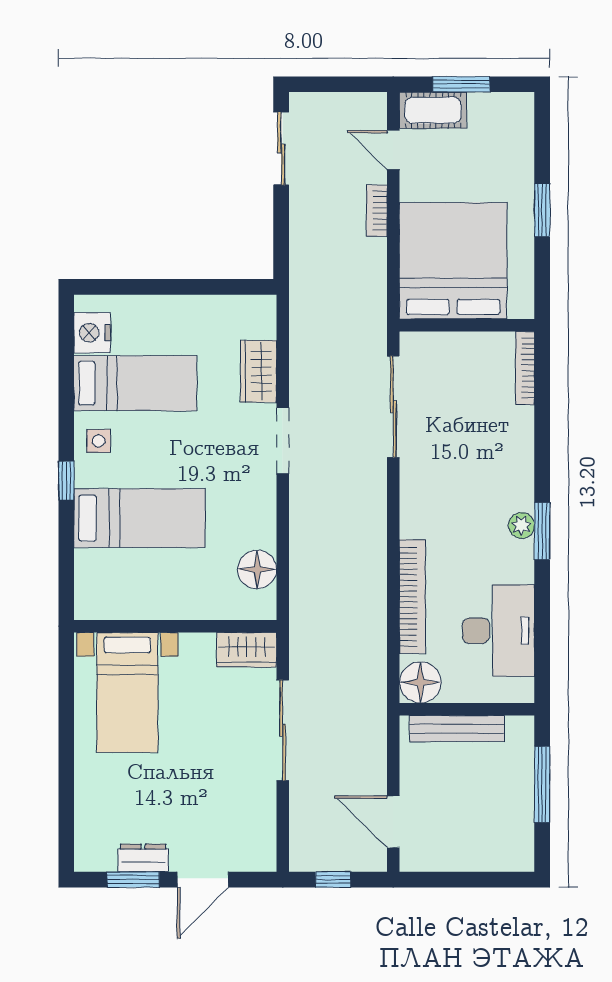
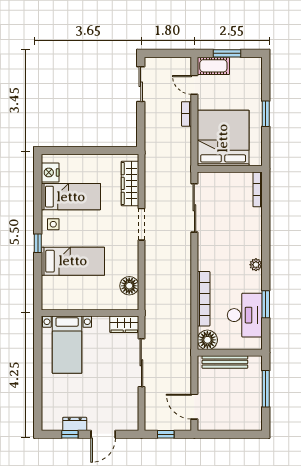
wardrobe: (259, 371) -> (130, 183), width x1.50
window: (542, 531) -> (266, 304), moved
window: (133, 880) -> (70, 434), width x0.67

